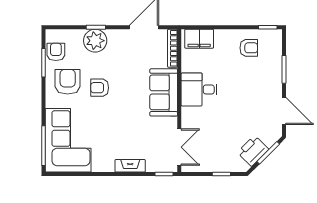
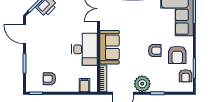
filing cabinet: (199, 39) -> (84, 85), width x0.50
plant: (95, 41) -> (142, 84), moved
desk: (199, 89) -> (84, 49), width x1.37

